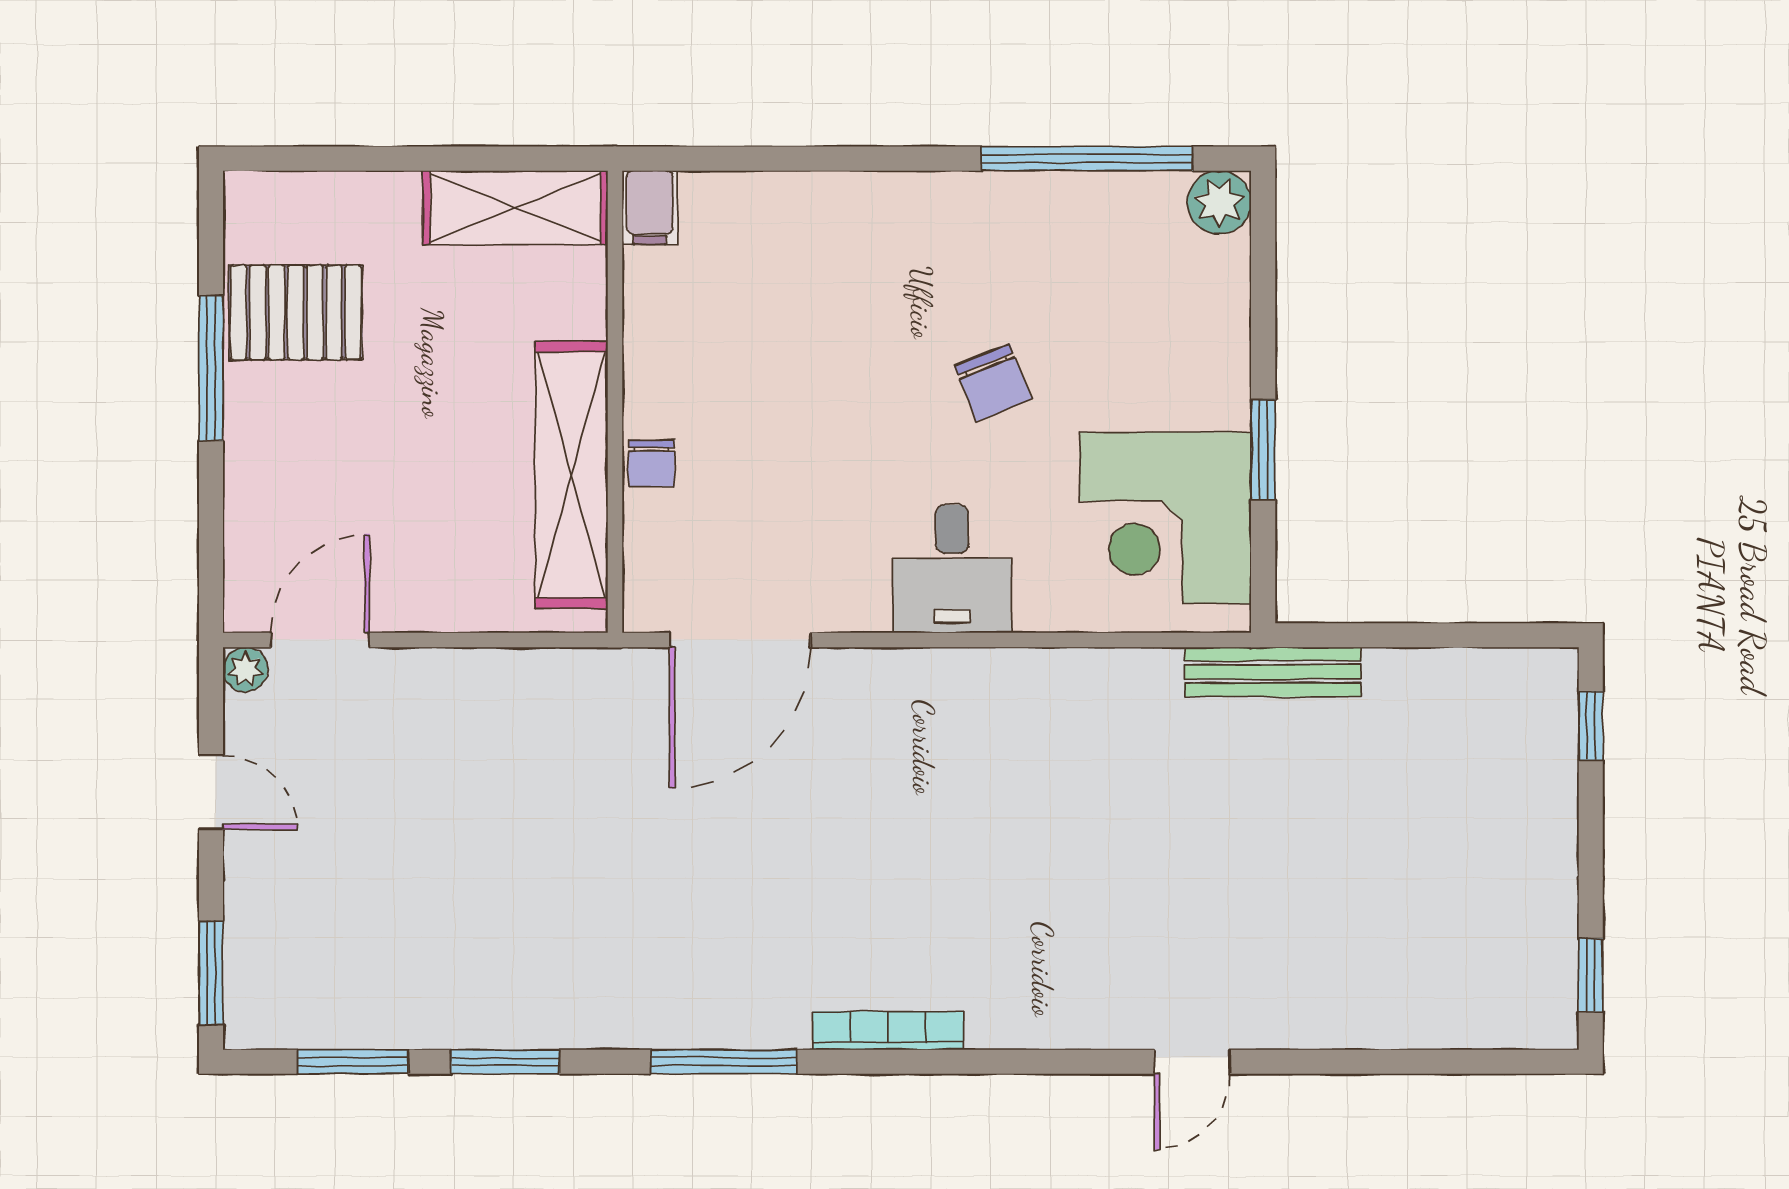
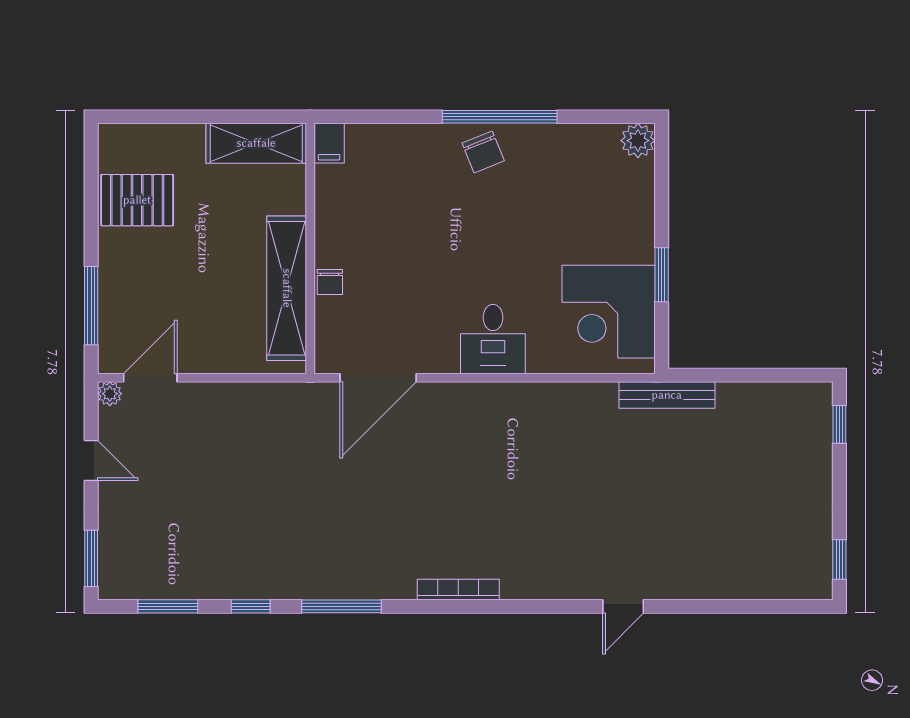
window: (1087, 159) -> (500, 117), moved
window: (211, 368) -> (91, 306), moved
chair: (993, 383) -> (483, 152), moved
window: (505, 1062) -> (251, 606), width x0.67
window: (724, 1062) -> (341, 606), moved

